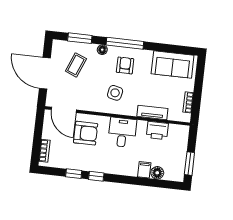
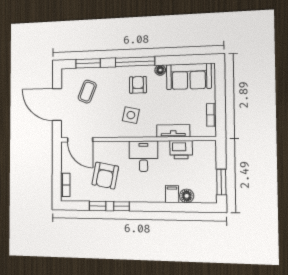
floor lamp: (102, 50) -> (160, 70), moved
armchair: (86, 133) -> (105, 176), moved, turned 101

